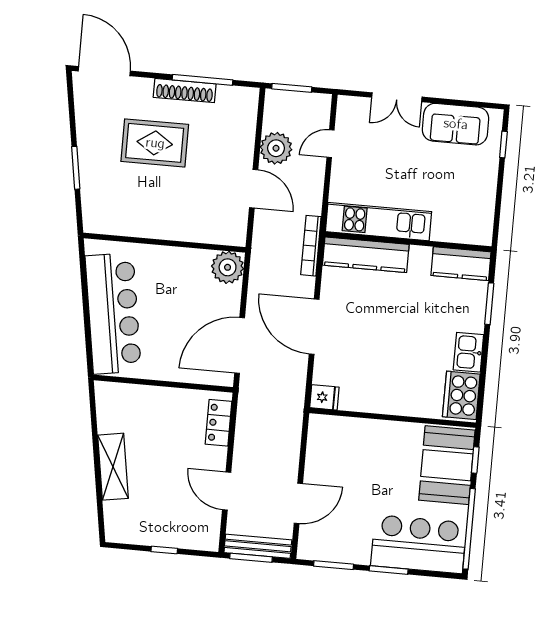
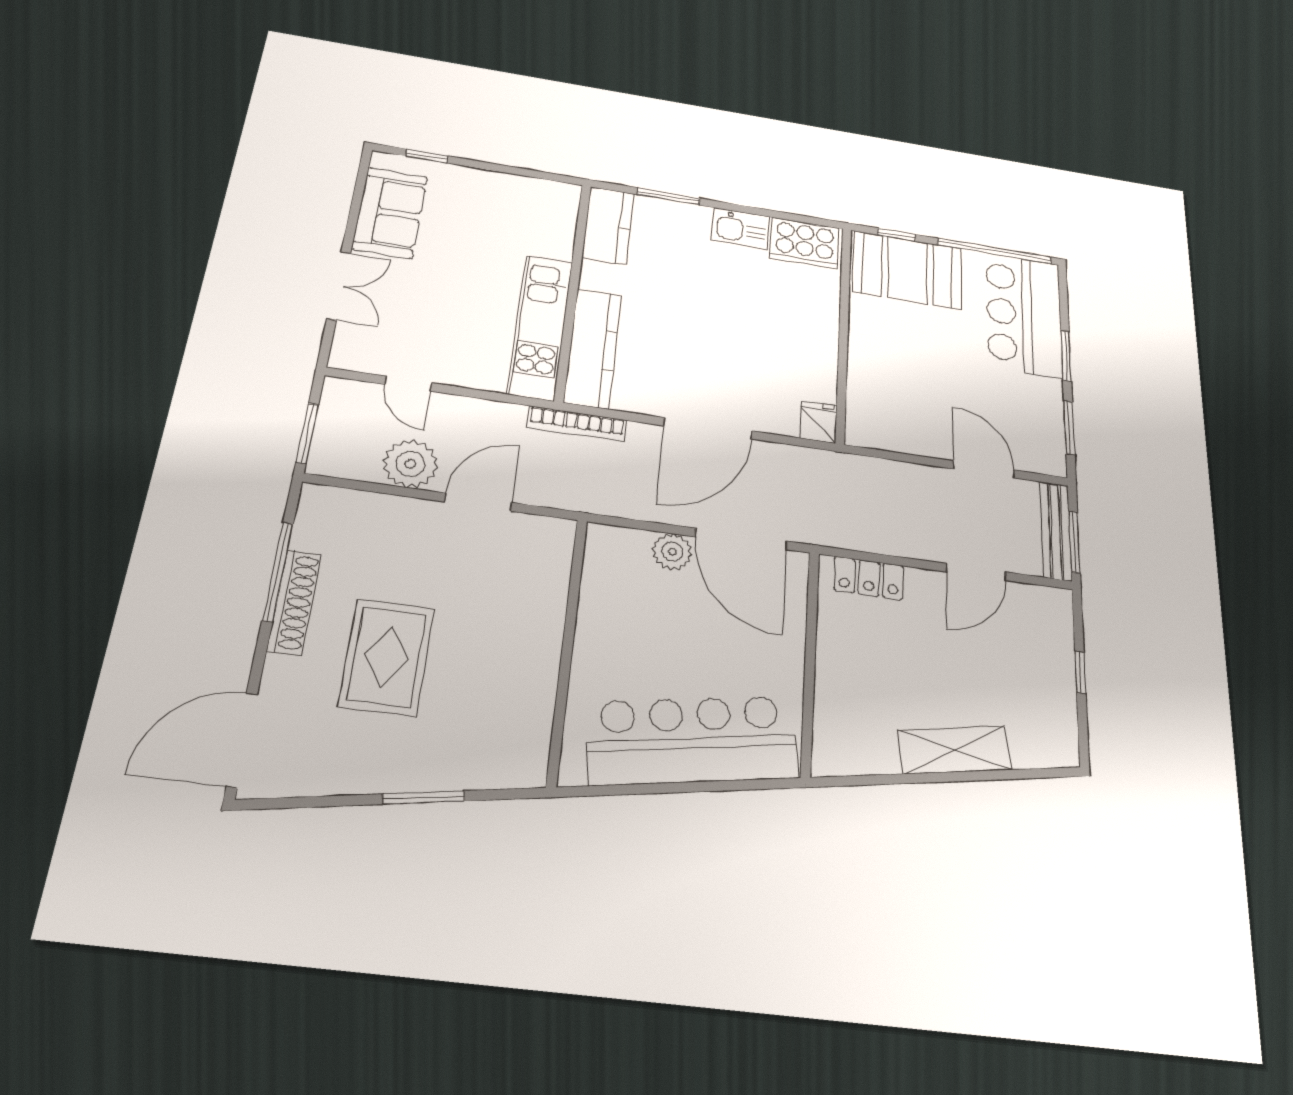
plant: (228, 267) -> (672, 552), moved, width x0.73, depth x0.73

